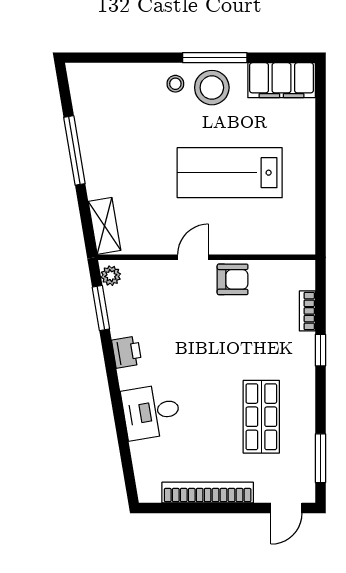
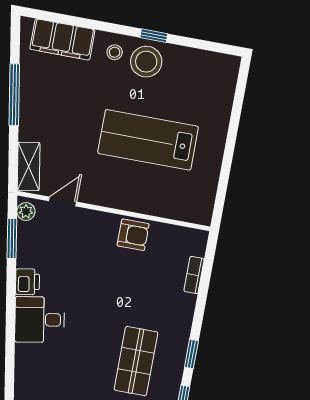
window: (215, 58) -> (154, 36), width x0.46
filing cabinet: (282, 80) -> (62, 39), moved
door: (193, 257) -> (63, 201), moved
window: (320, 350) -> (191, 354), moved
desk: (151, 412) -> (40, 320), moved

